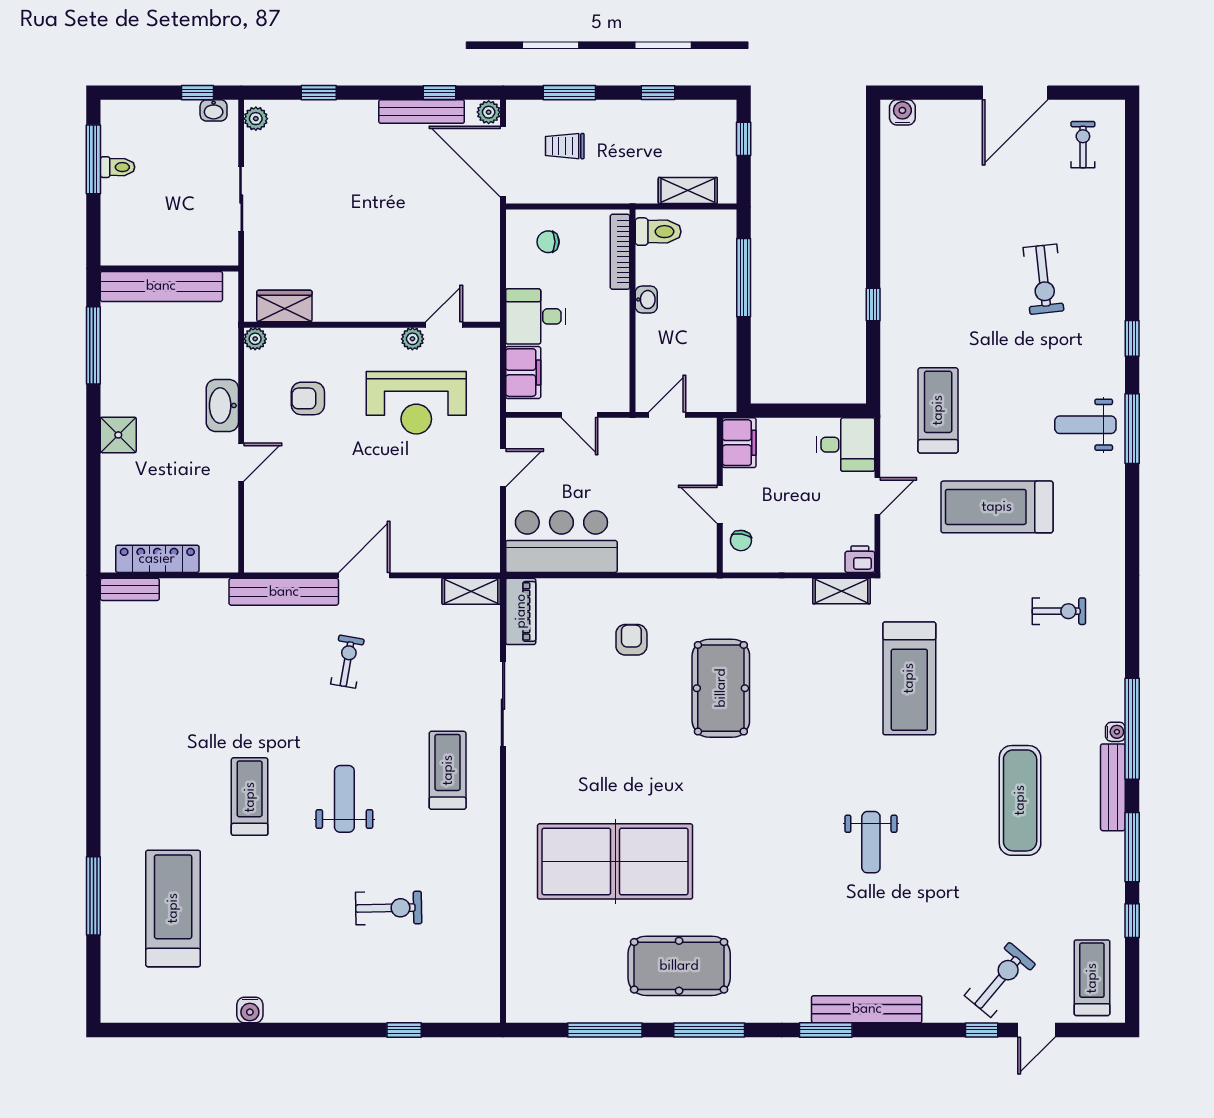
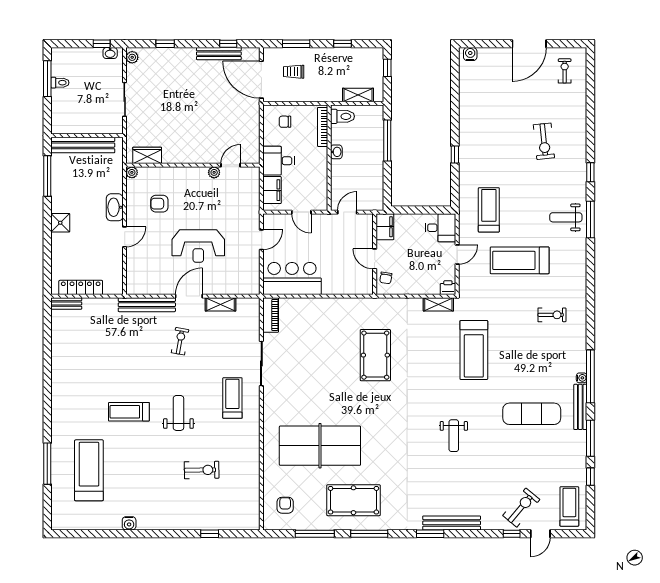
plant: (489, 112) -> (254, 54), removed
reception desk: (416, 403) -> (198, 246), moved
shelving: (471, 591) -> (221, 304), moved
armchair: (631, 640) -> (285, 505), moved
treadmill: (250, 797) -> (129, 412), turned -90
exercise mat: (1020, 800) -> (532, 414), turned 90

